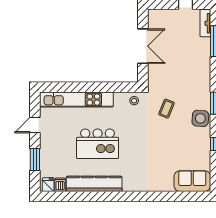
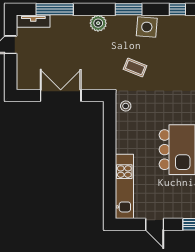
plant: (204, 78) -> (98, 23), added
kitchen unit: (76, 100) -> (124, 186), width x0.73

